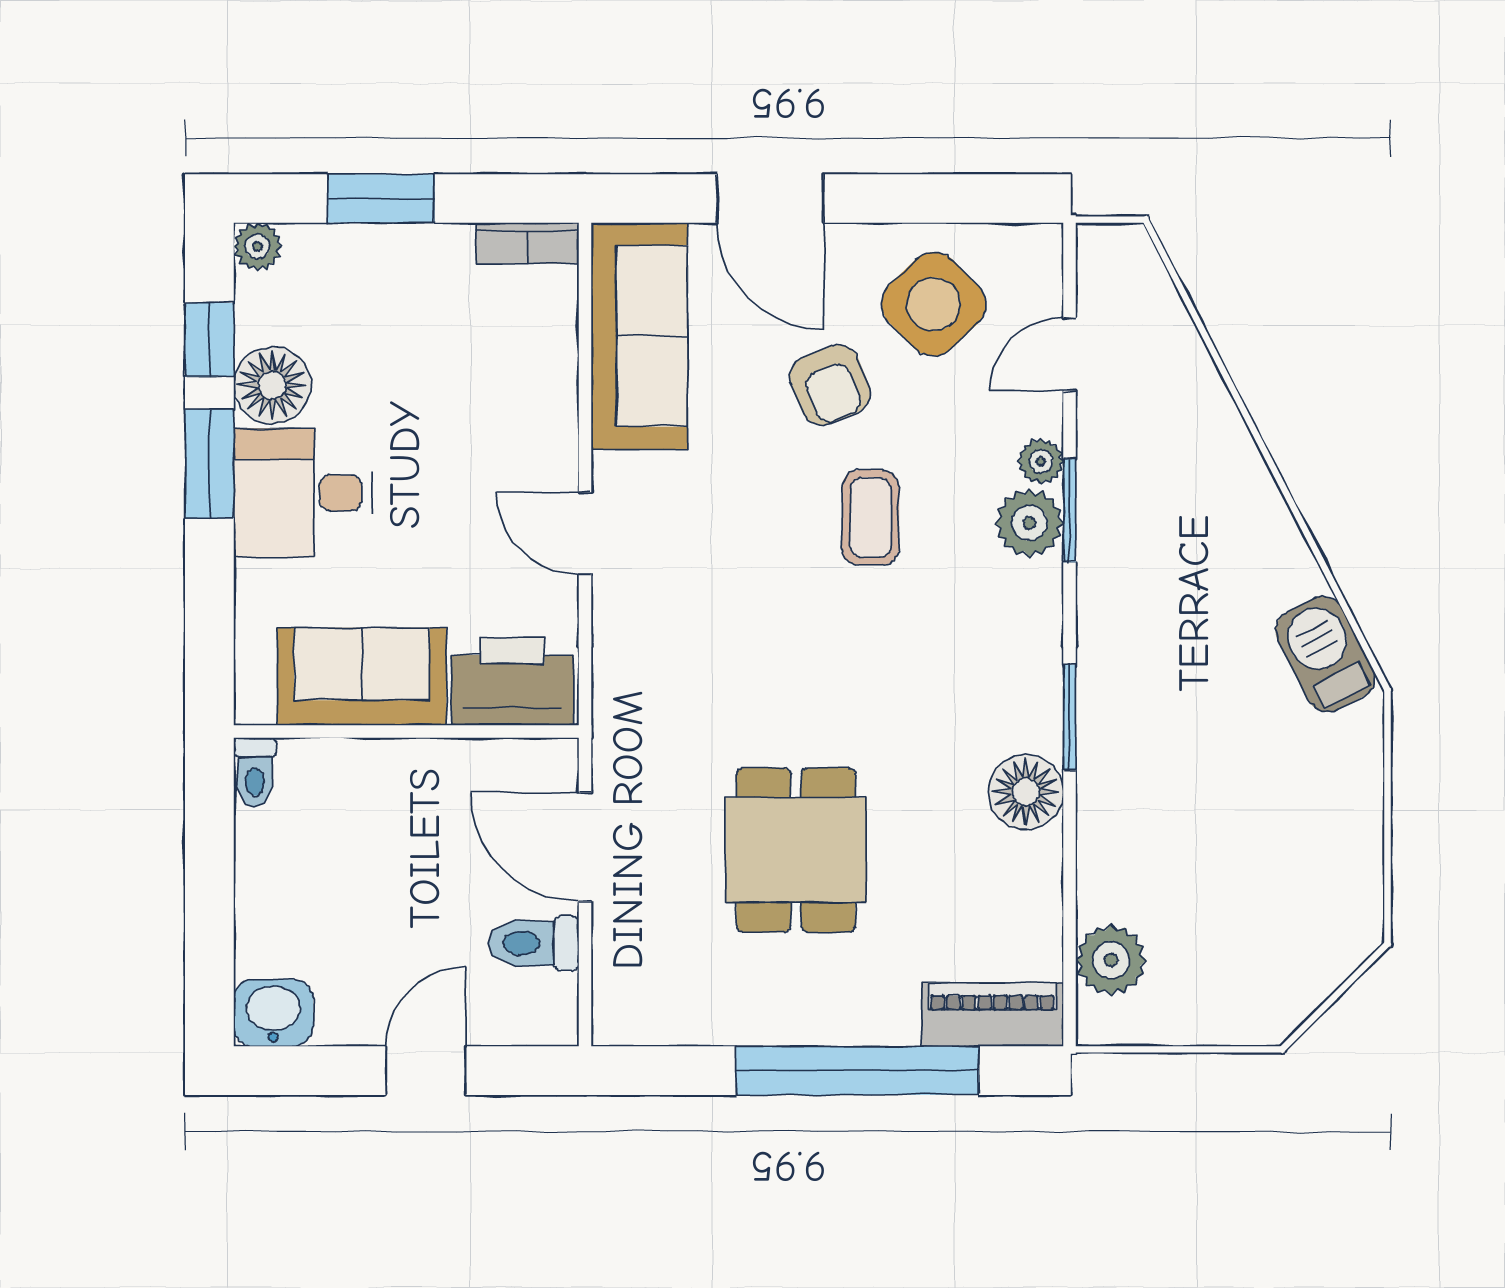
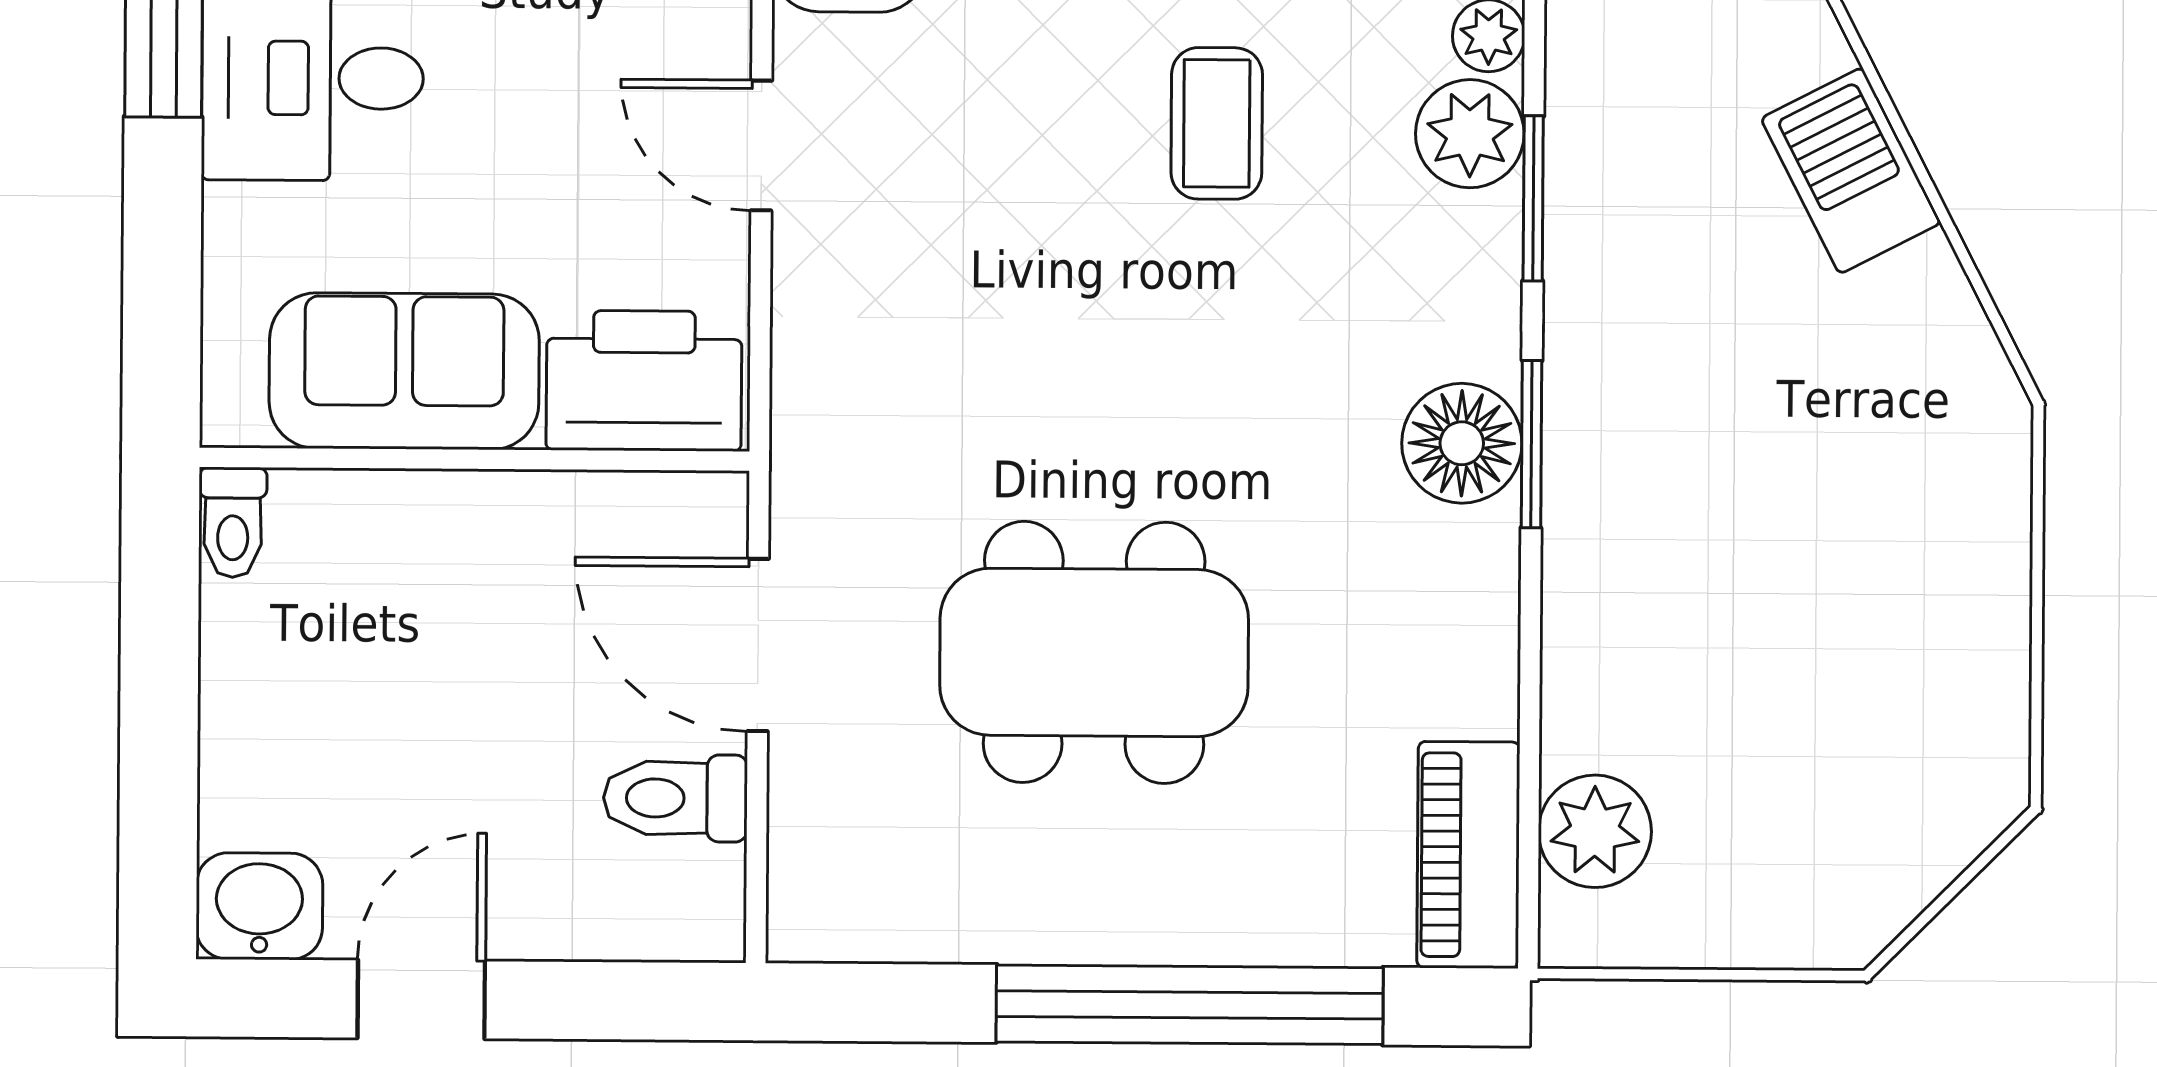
window: (1070, 510) -> (1533, 198), moved
barbecue: (1325, 654) -> (1851, 171), moved
floor lamp: (1026, 792) -> (1462, 443), moved
dining table: (796, 850) -> (1094, 652), width x1.37
piano: (992, 1015) -> (1468, 855), moved, turned -90
door: (426, 1071) -> (421, 999), moved

